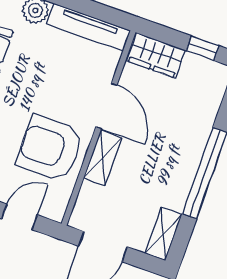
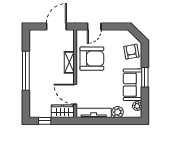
door: (106, 106) -> (75, 94), moved
shelving: (163, 234) -> (34, 40), removed

